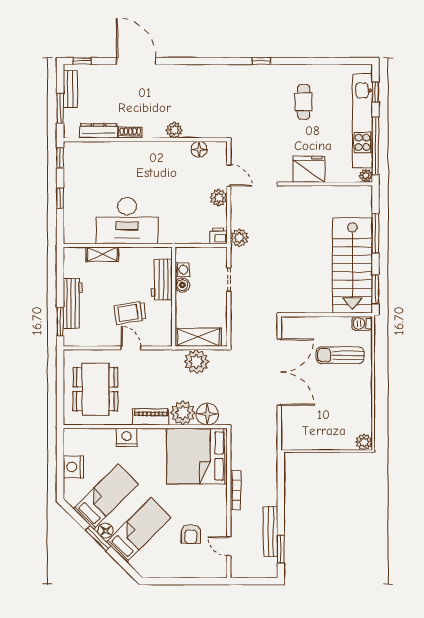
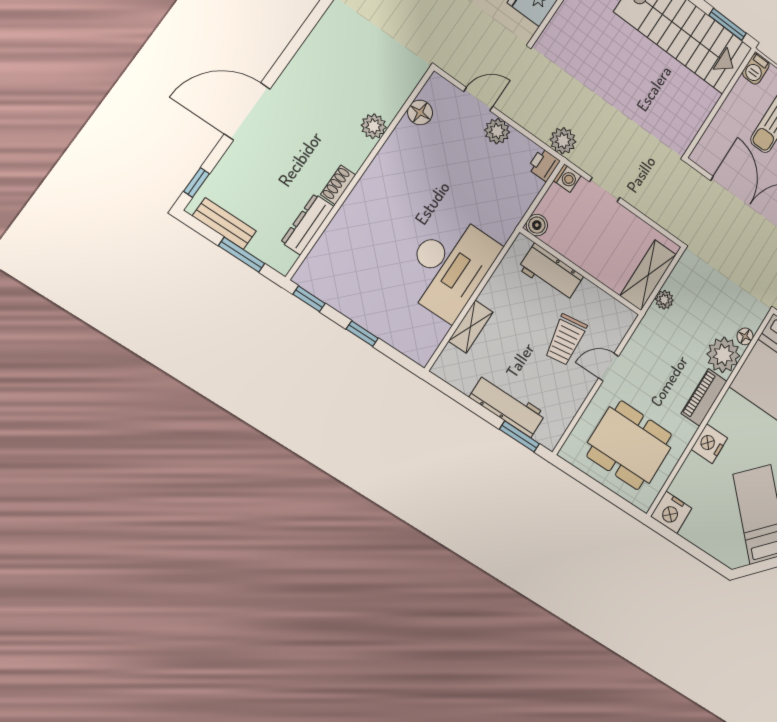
washing machine: (182, 270) -> (567, 178), moved, turned 90
boiler: (182, 285) -> (537, 225), moved
plant: (196, 362) -> (664, 300), width x0.53, depth x0.53
floor lamp: (207, 414) -> (745, 336), width x0.53, depth x0.53
nightstand: (73, 467) -> (671, 512), moved

